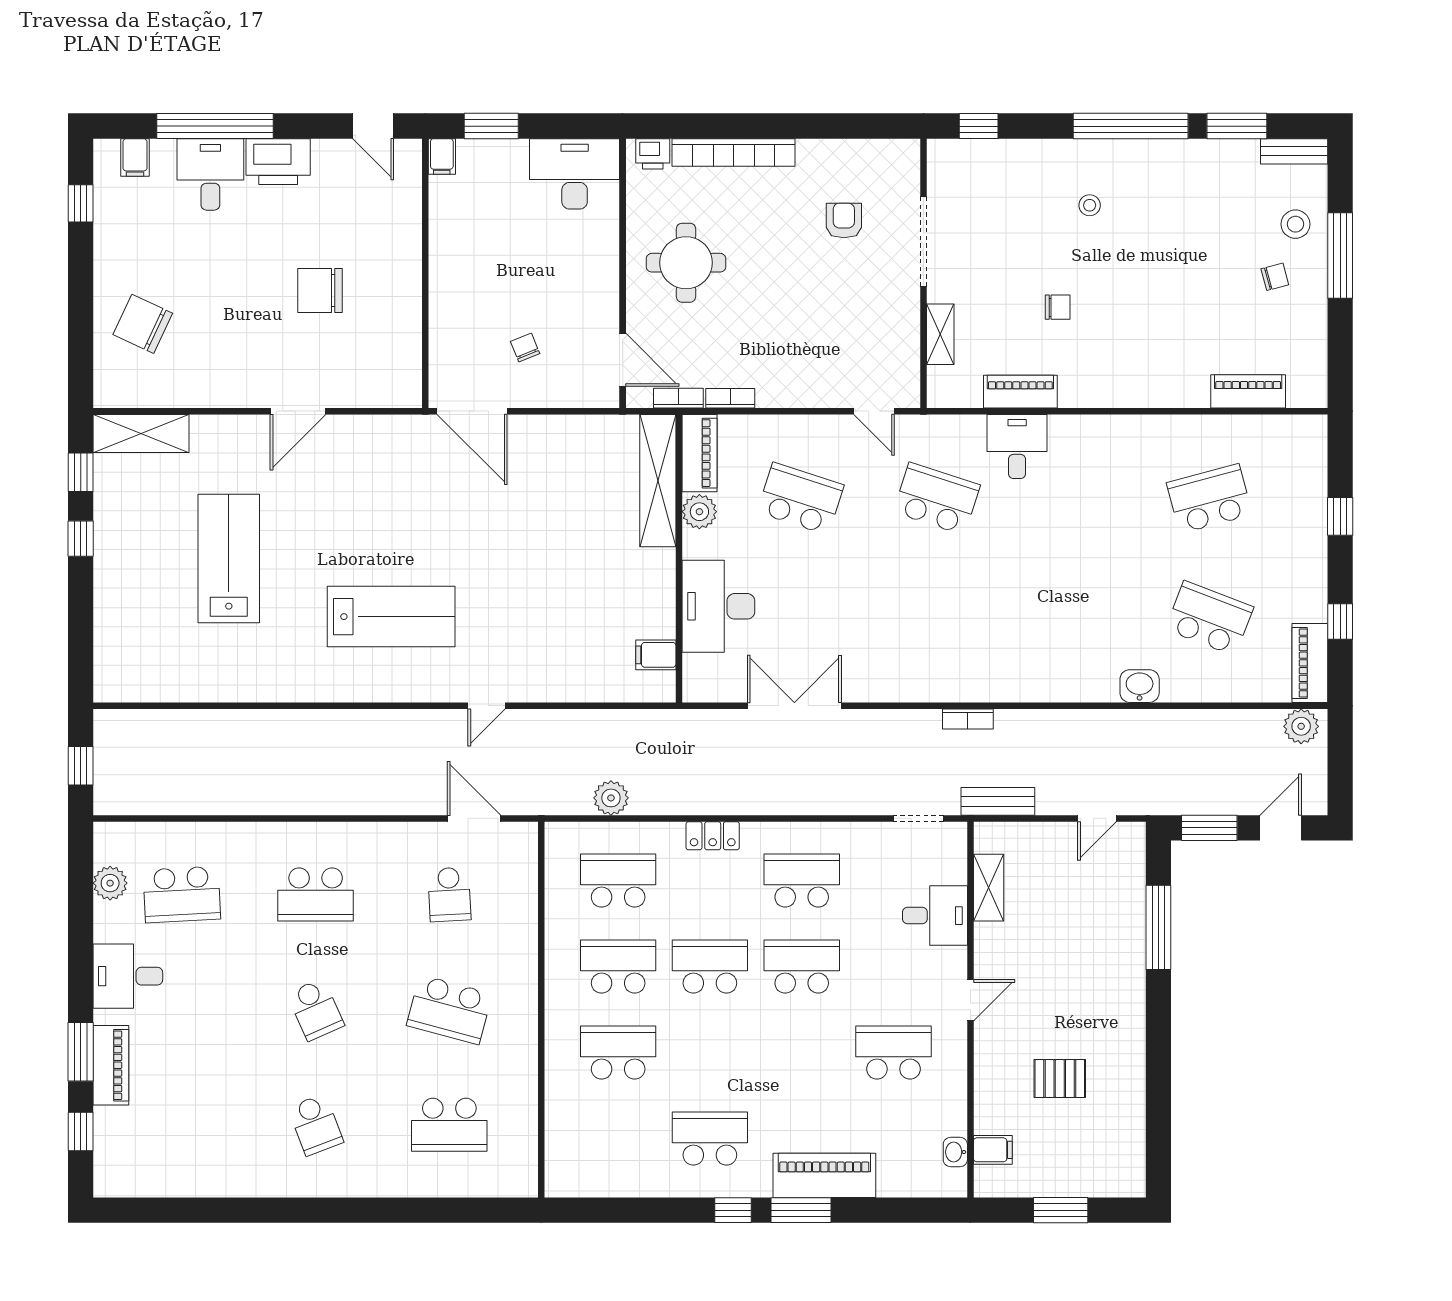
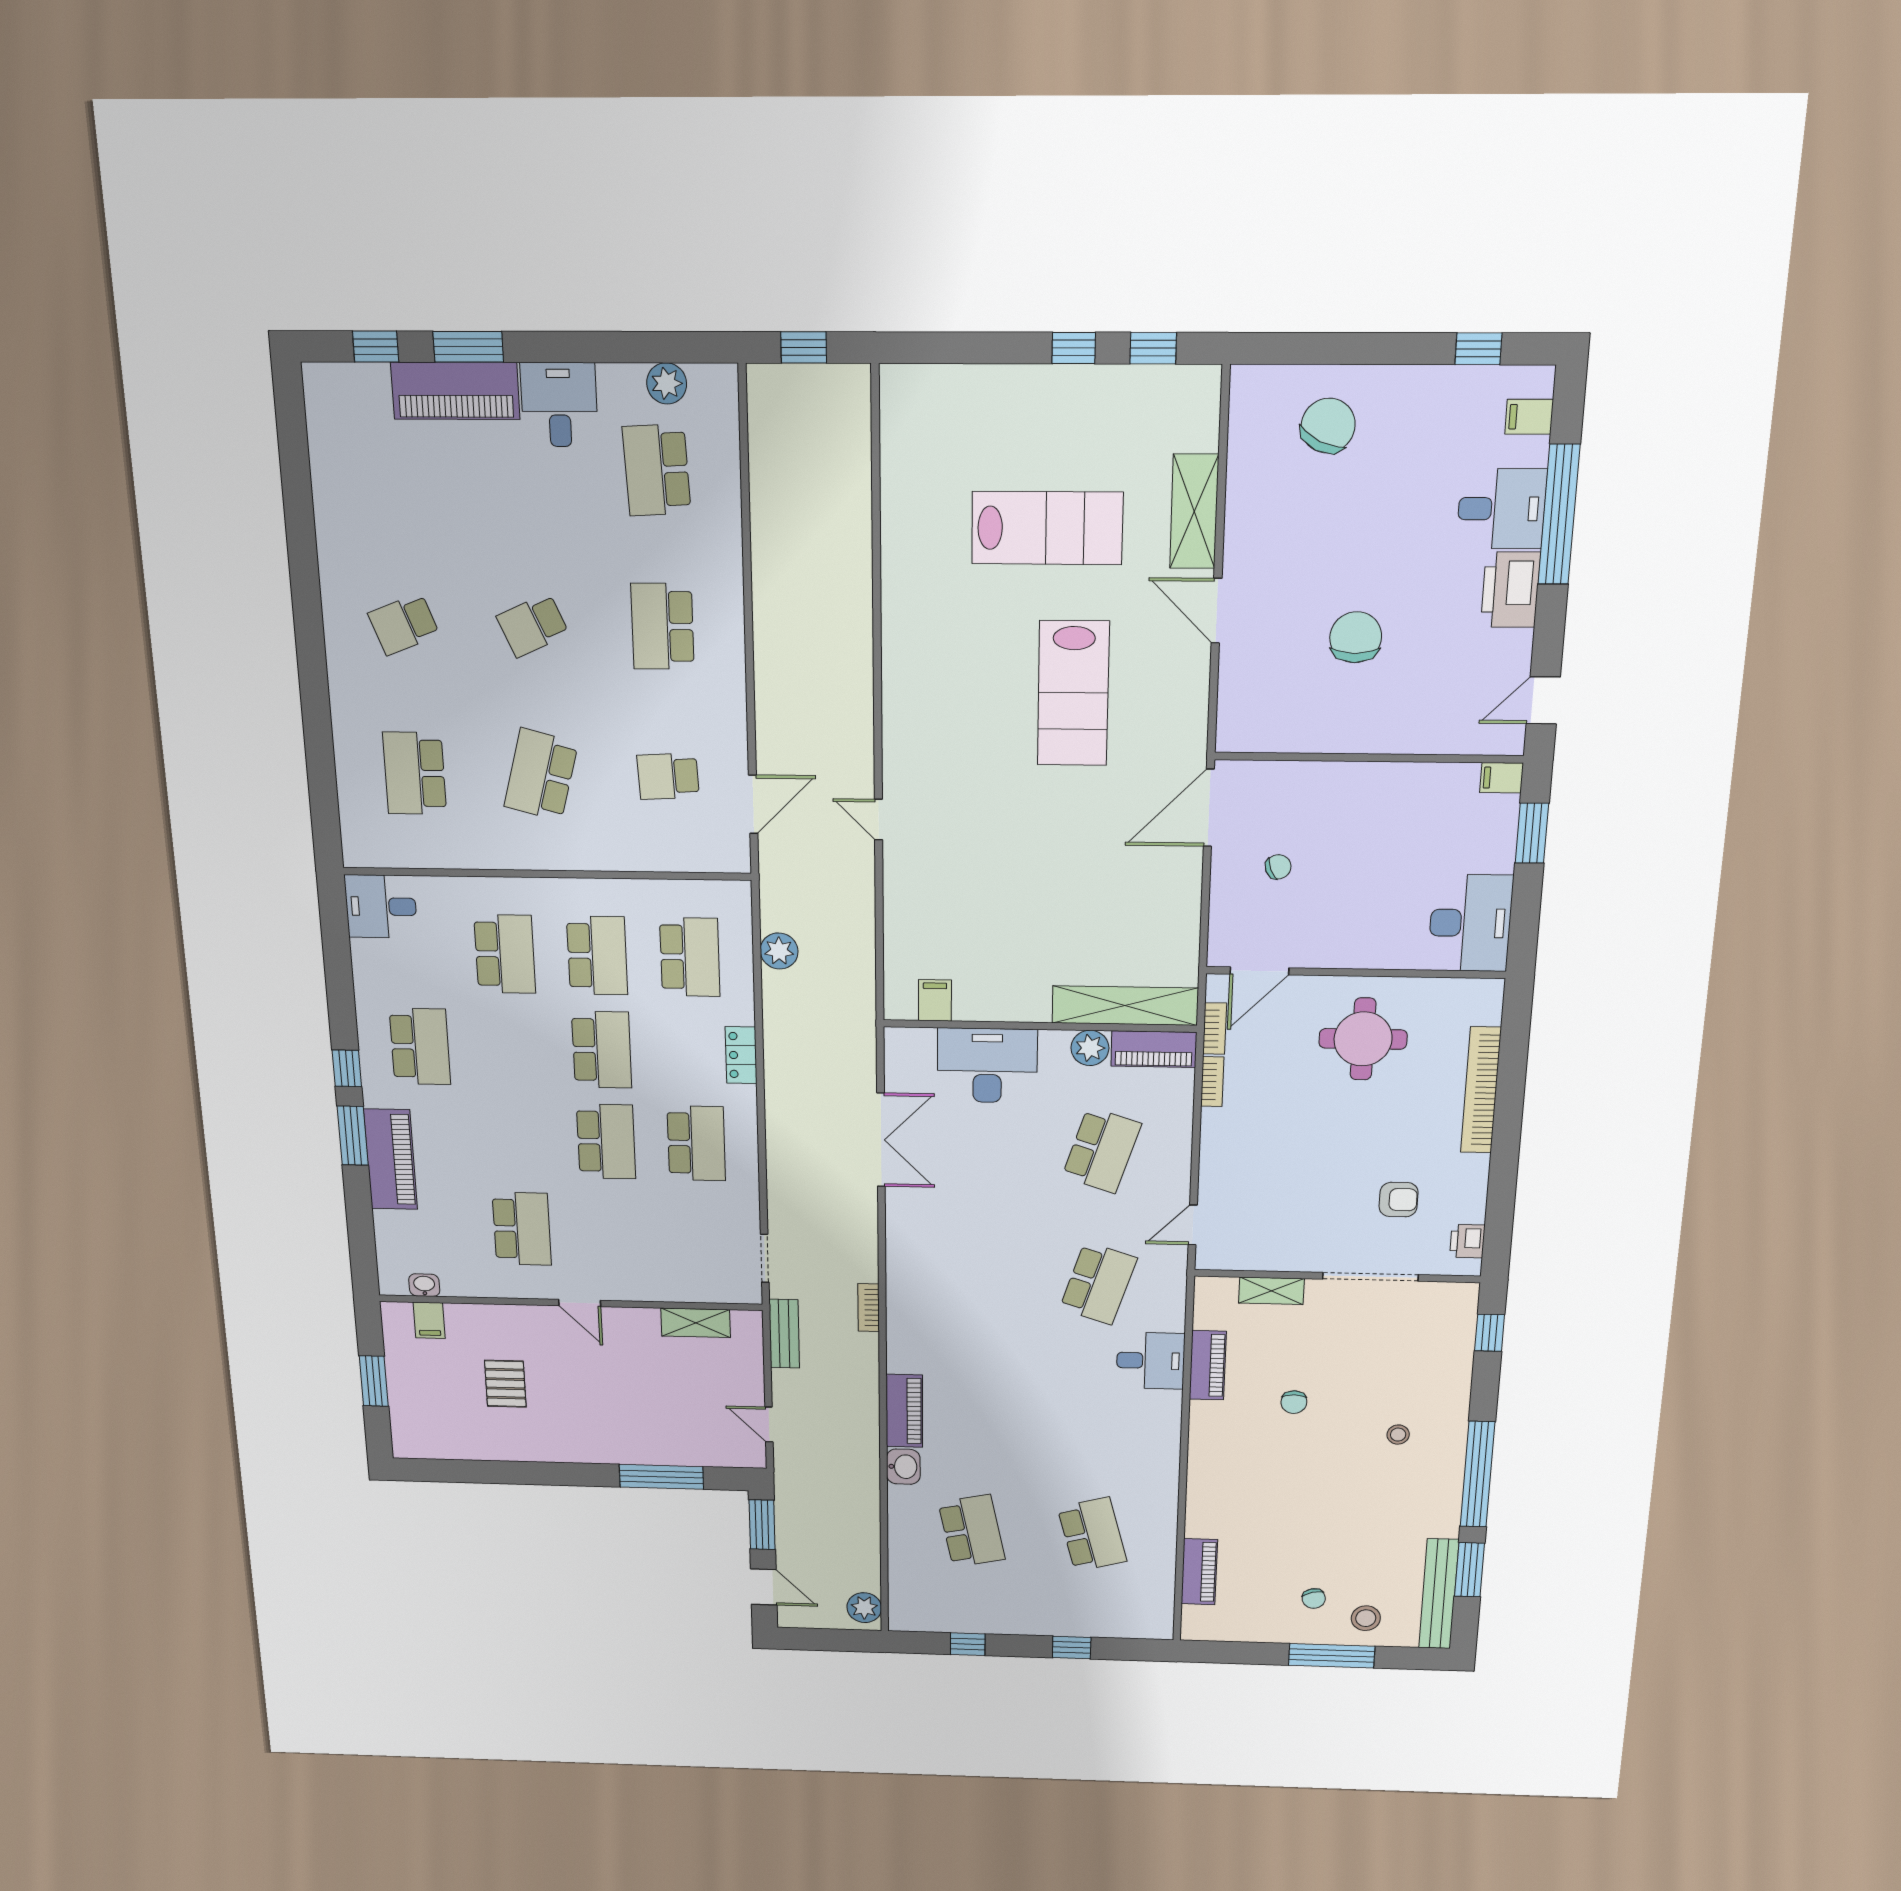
bench: (1294, 151) -> (1439, 1594), width x1.86, depth x1.21
printer: (653, 154) -> (1467, 1241), moved
shelving: (141, 433) -> (1194, 511), moved
lab bench: (391, 617) -> (1073, 693), moved
school desk: (1209, 618) -> (972, 1531), turned -33
piano: (1310, 663) -> (904, 1411), moved, turned 90
desk: (935, 916) -> (381, 906), moved, turned 90
piano: (111, 1065) -> (455, 391), width x1.37, depth x1.33

